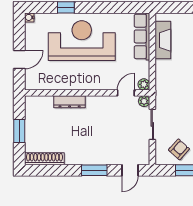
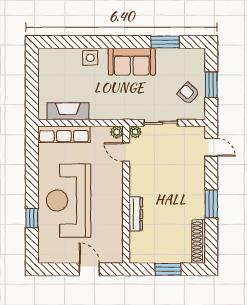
water cooler: (29, 17) -> (43, 258), removed
window: (94, 170) -> (211, 204), moved

